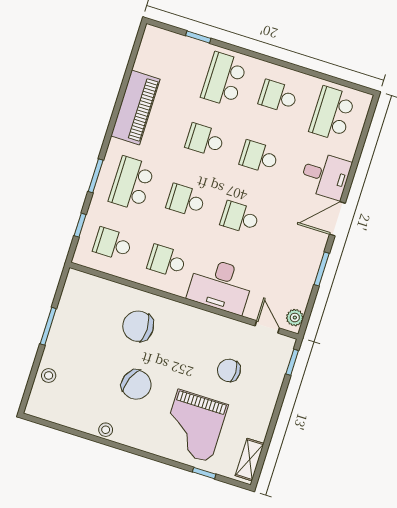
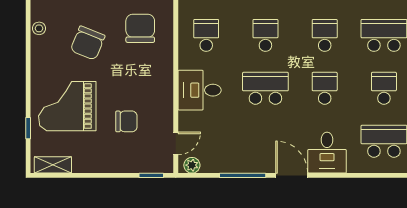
school desk: (240, 218) -> (265, 88), width x1.85
window: (322, 269) -> (243, 175), width x1.44
desk: (221, 286) -> (200, 90), width x0.73
chair: (229, 370) -> (126, 121), turned 90

